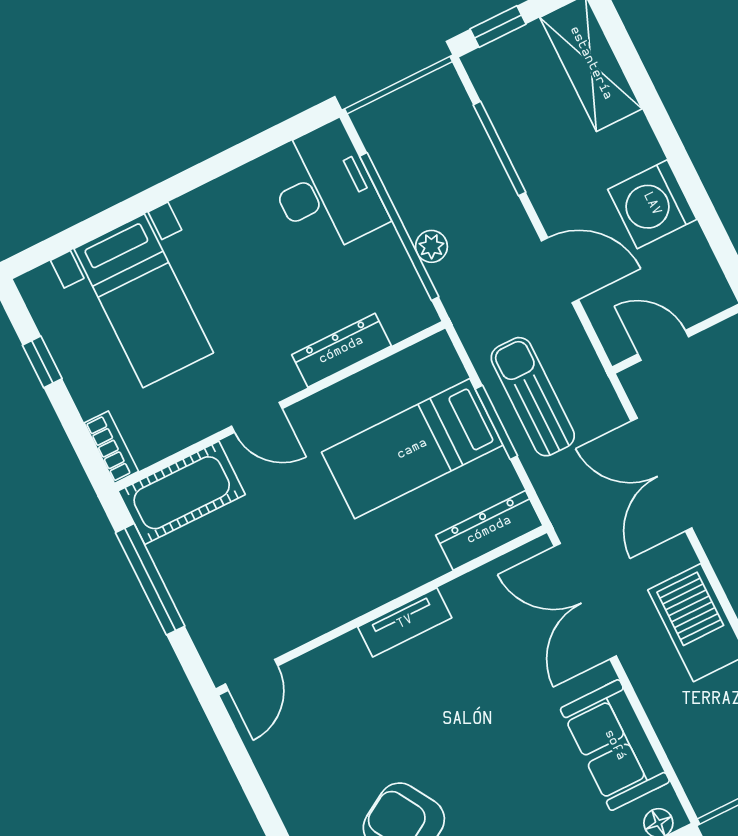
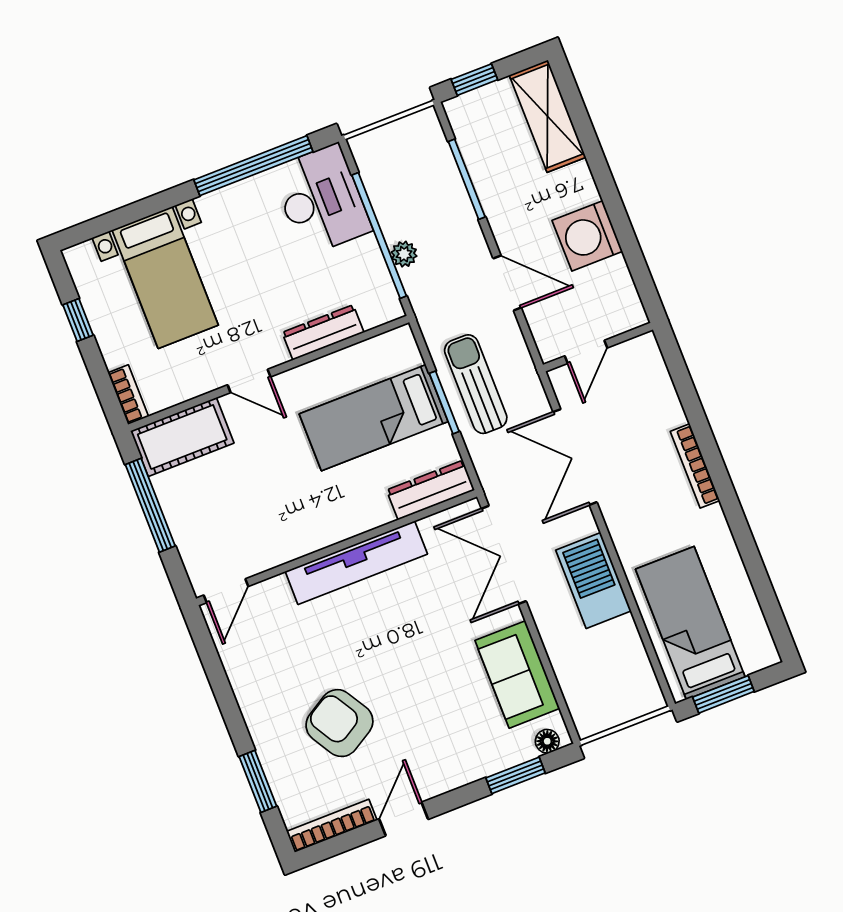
window: (239, 155) -> (253, 166), added
door: (663, 345) -> (586, 352), swing flipped
tv unit: (405, 622) -> (356, 563), width x1.92, depth x1.29

